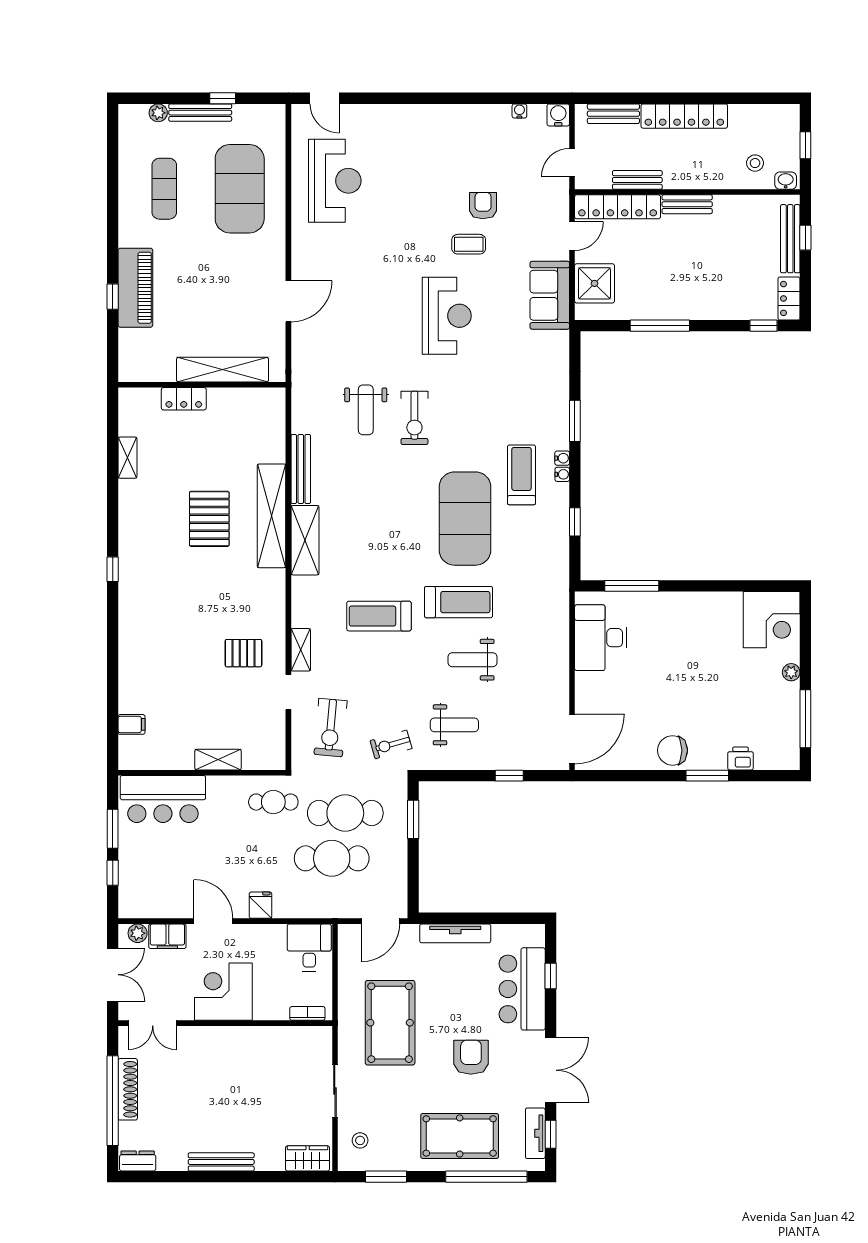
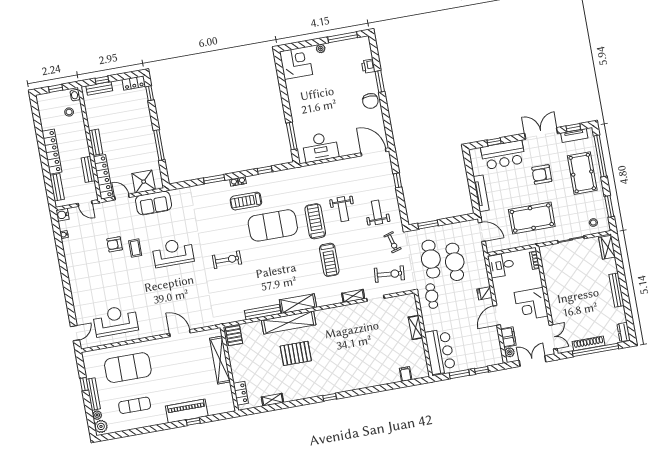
plant: (135, 116) -> (101, 426), added
bench: (790, 239) -> (99, 88), width x0.73
locker: (184, 399) -> (241, 393), moved
weight bench: (366, 410) -> (227, 285), removed
pallet: (243, 653) -> (234, 336), moved

